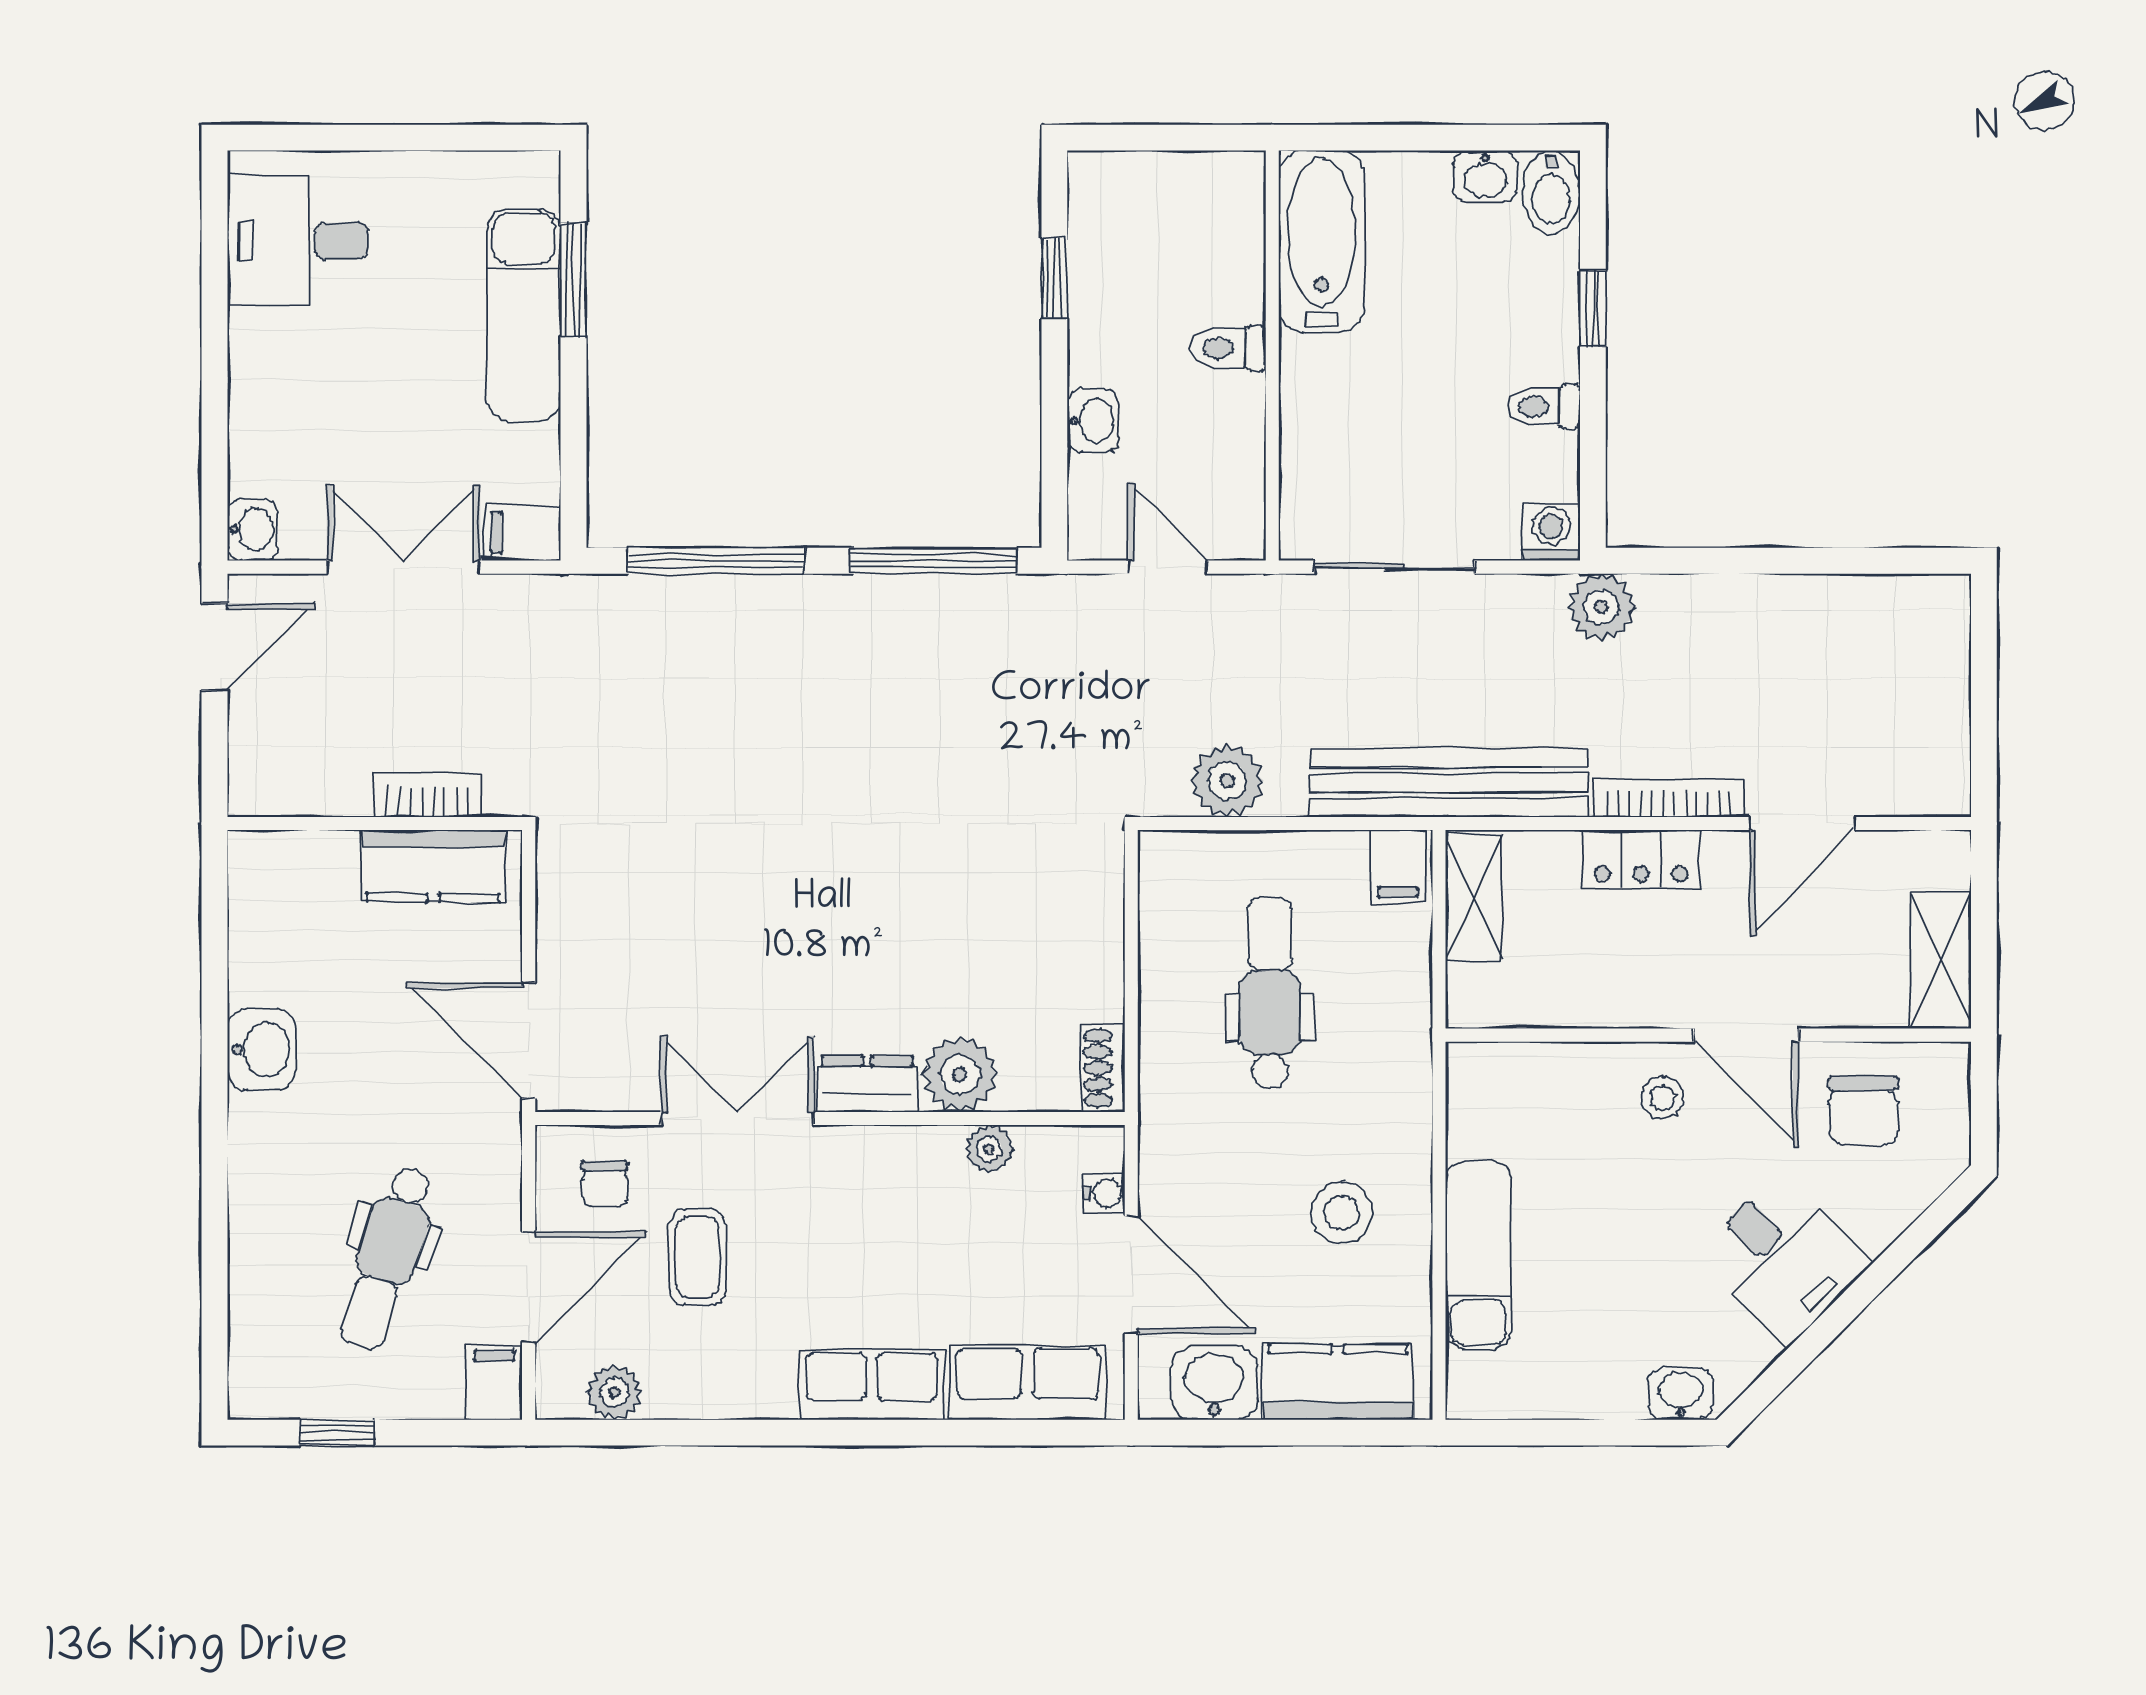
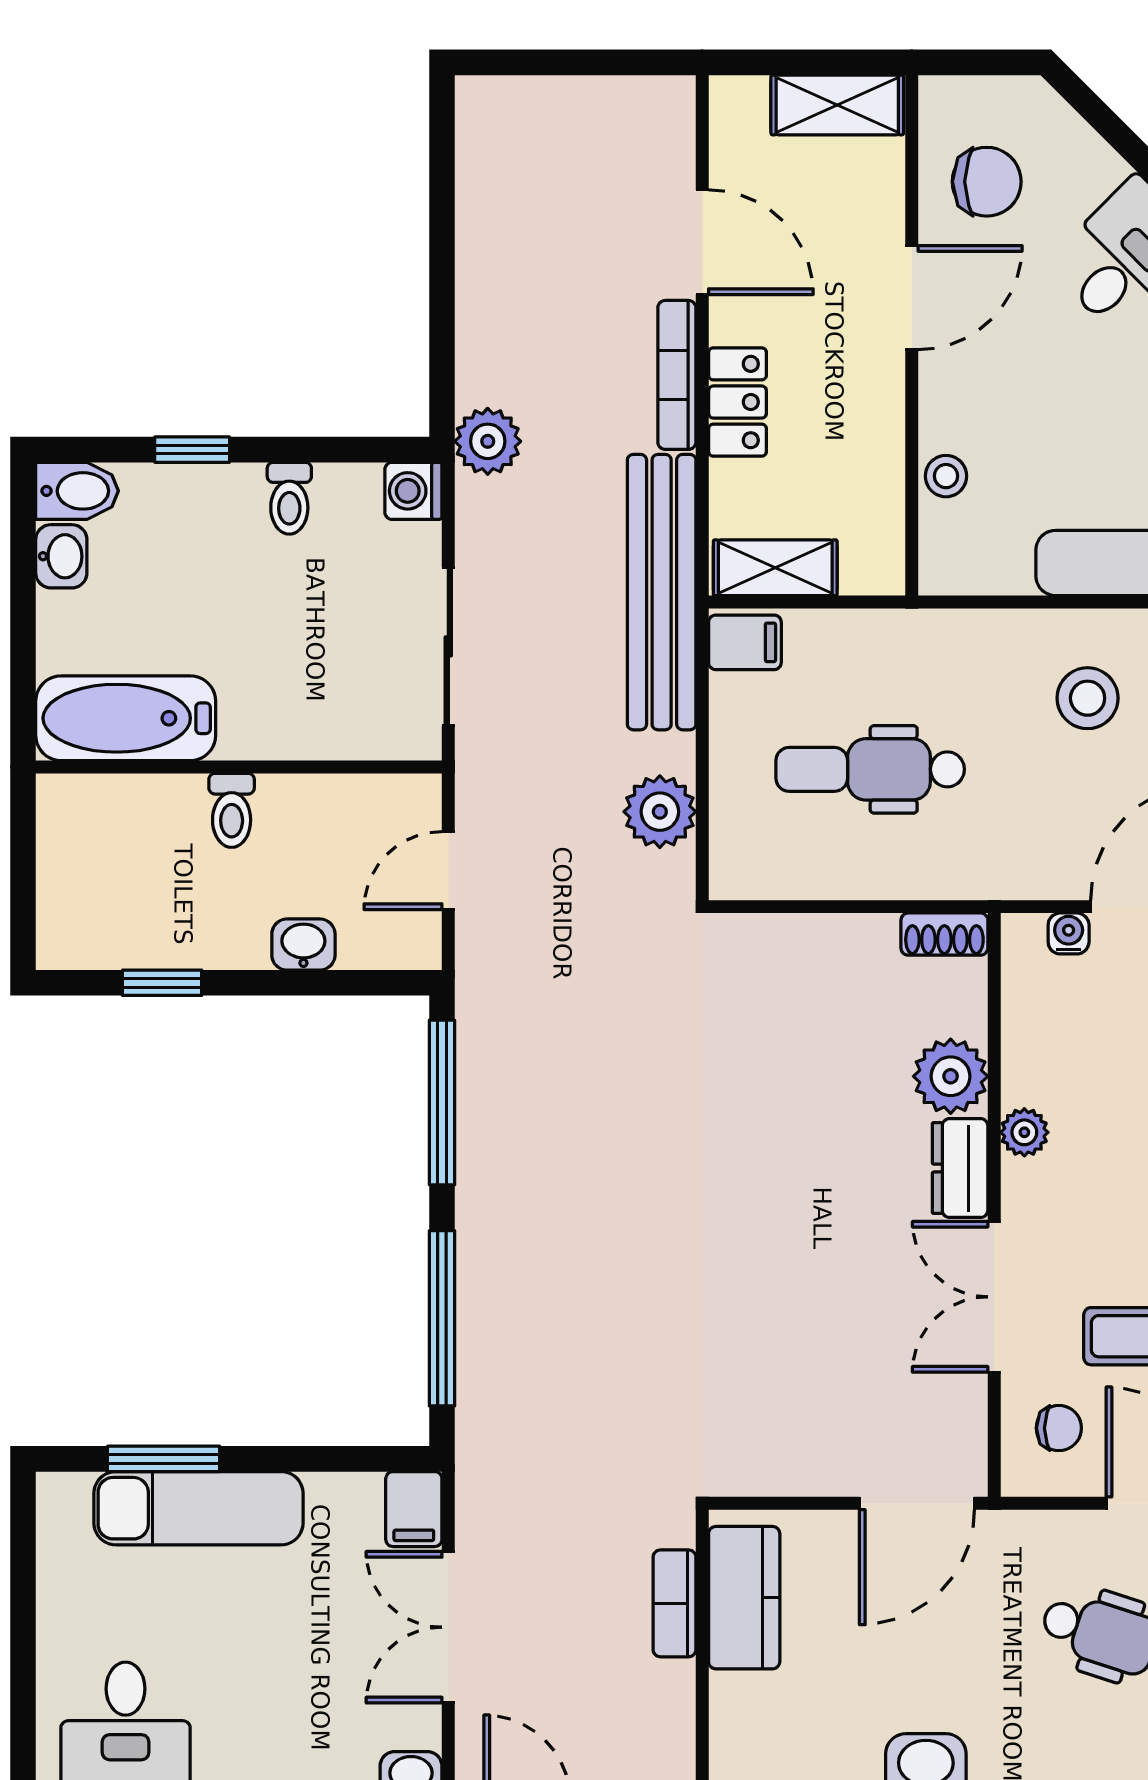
stool: (1662, 1098) -> (946, 476), moved
plant: (989, 1149) -> (1024, 1132), moved

